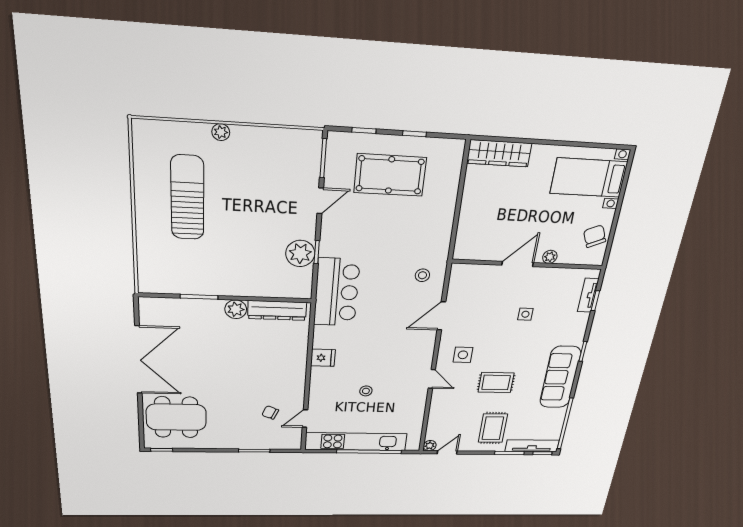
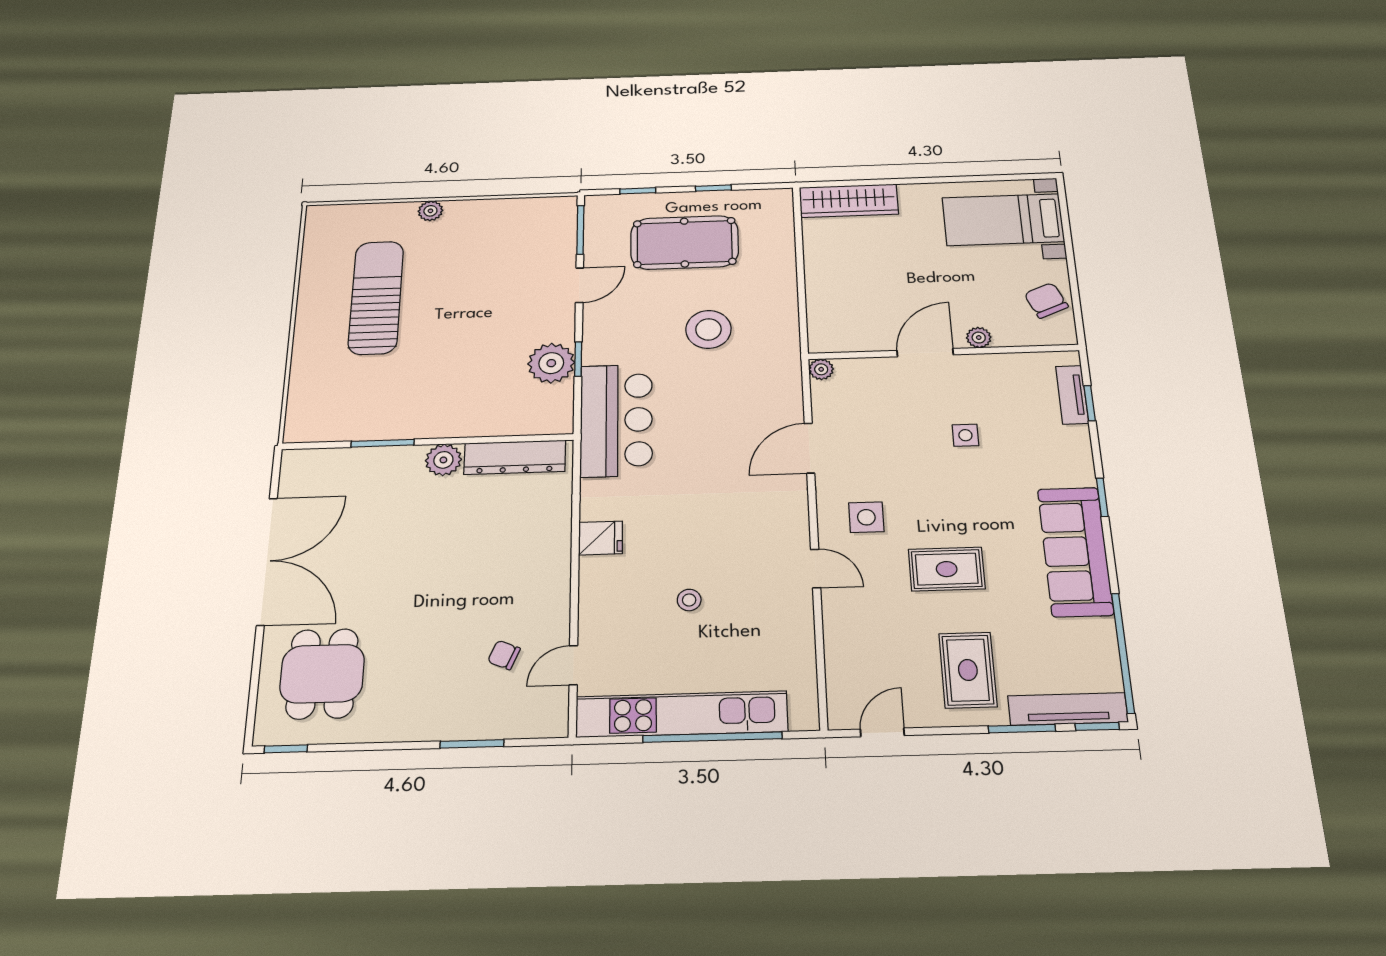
stool: (422, 275) -> (708, 329), moved, width x1.89, depth x1.89
dining table: (176, 417) -> (322, 674), width x0.73
plant: (430, 446) -> (821, 369), moved

